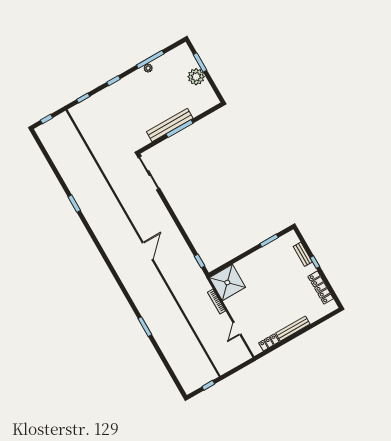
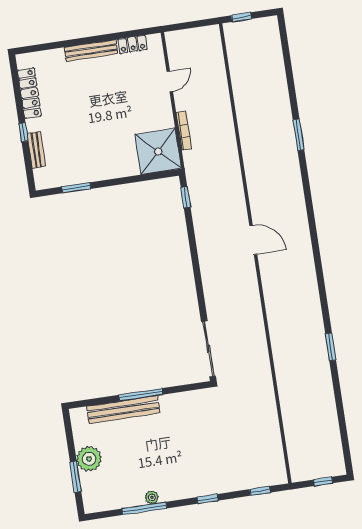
bench: (170, 125) -> (123, 410), moved
door: (148, 251) -> (253, 240), swing flipped

